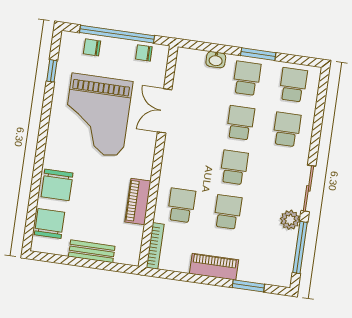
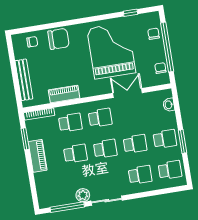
washbasin: (216, 60) -> (169, 105), moved
grand piano: (97, 115) -> (111, 51), turned 90
school desk: (188, 161) -> (100, 118), added
chair: (57, 185) -> (58, 39), turned 180
chair: (49, 224) -> (32, 42), width x0.54, depth x0.54
bench: (92, 251) -> (24, 80), width x1.36
window: (248, 286) -> (25, 139), moved

